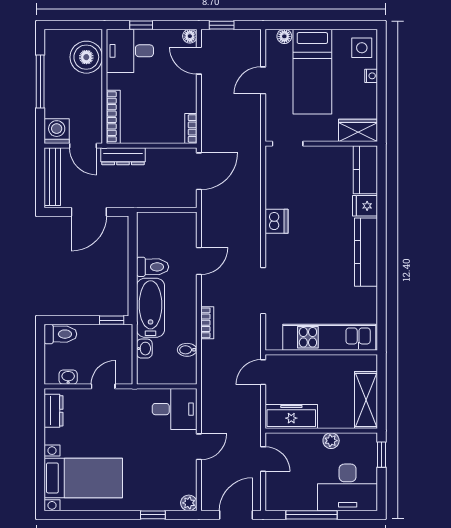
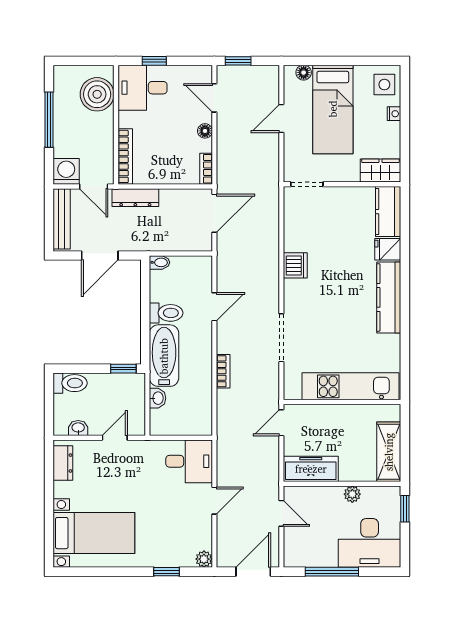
floor lamp: (190, 36) -> (205, 131), moved
bidet: (187, 350) -> (160, 262), moved, turned 180

